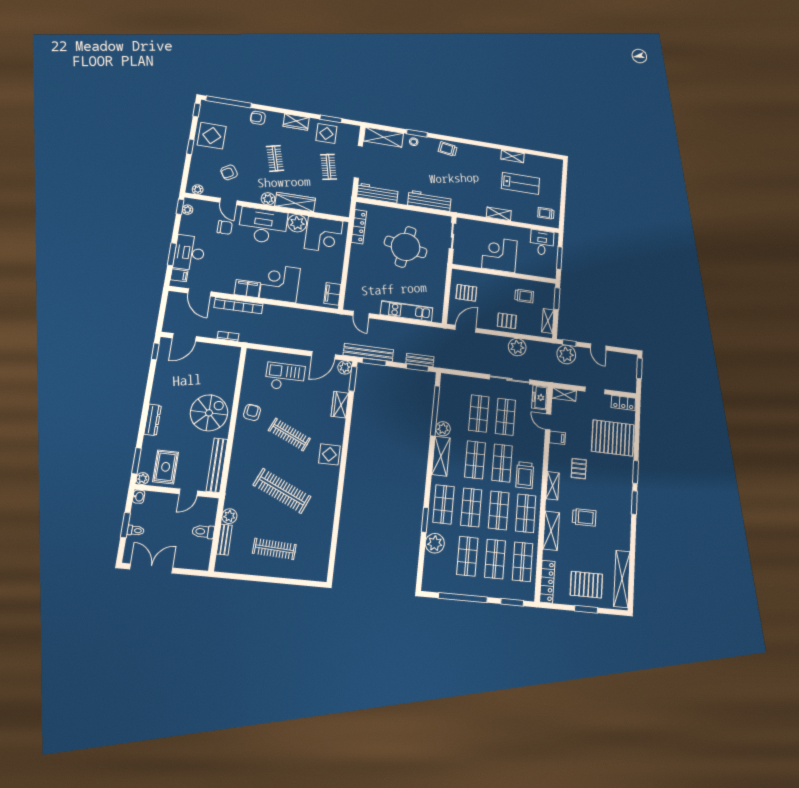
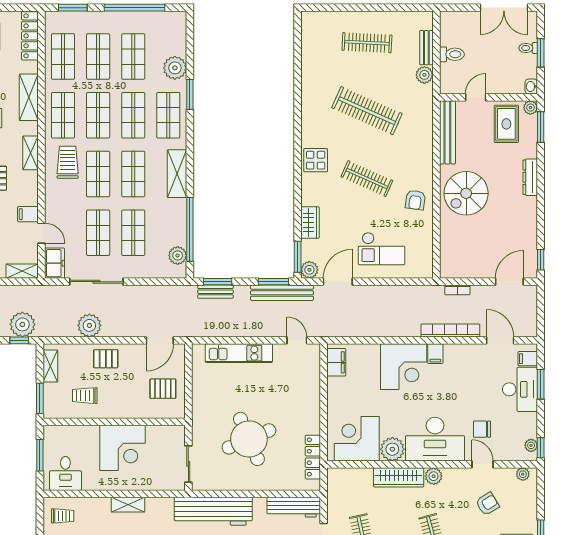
workbench: (429, 201) -> (213, 511), width x1.36, depth x1.32
round table: (406, 247) -> (249, 439), turned -34
filing cabinet: (247, 289) -> (435, 354), width x0.50
plant: (443, 429) -> (178, 255), moved

